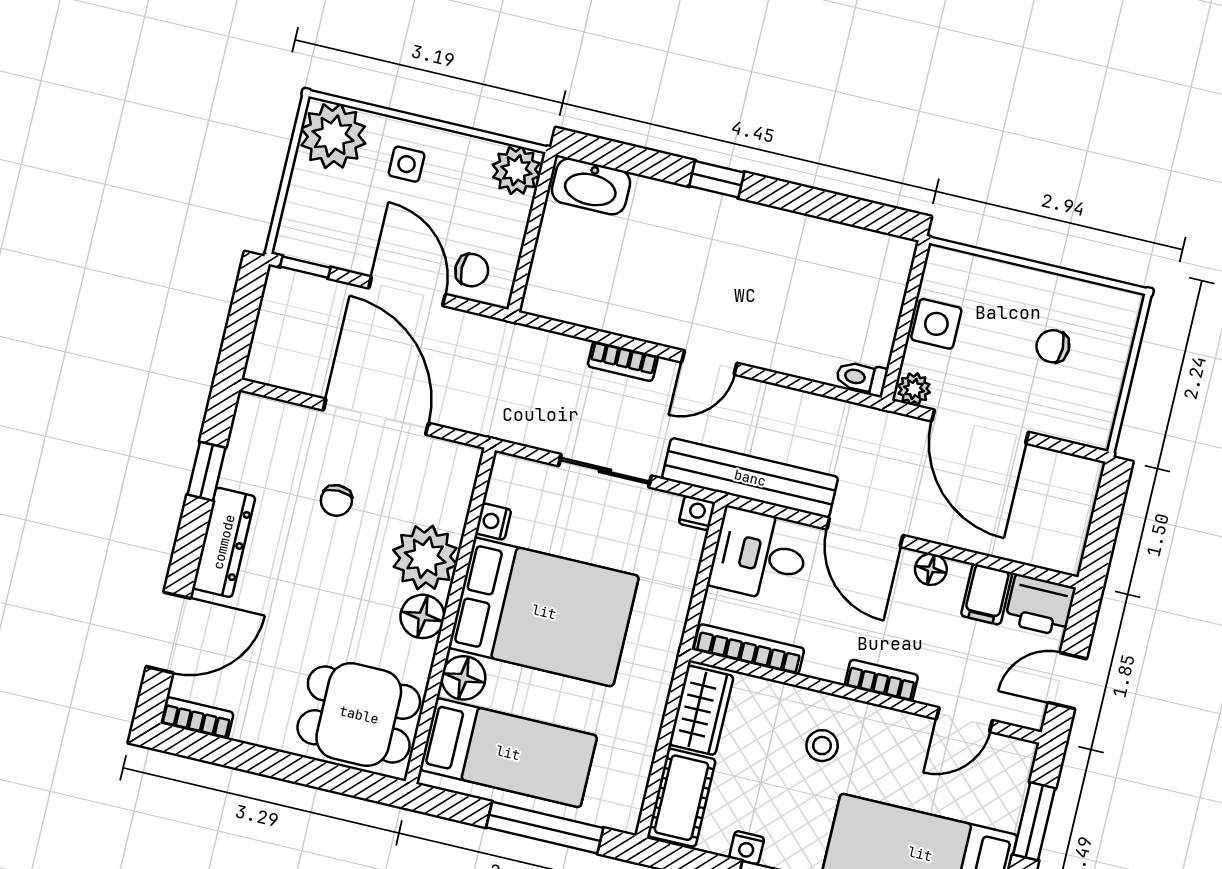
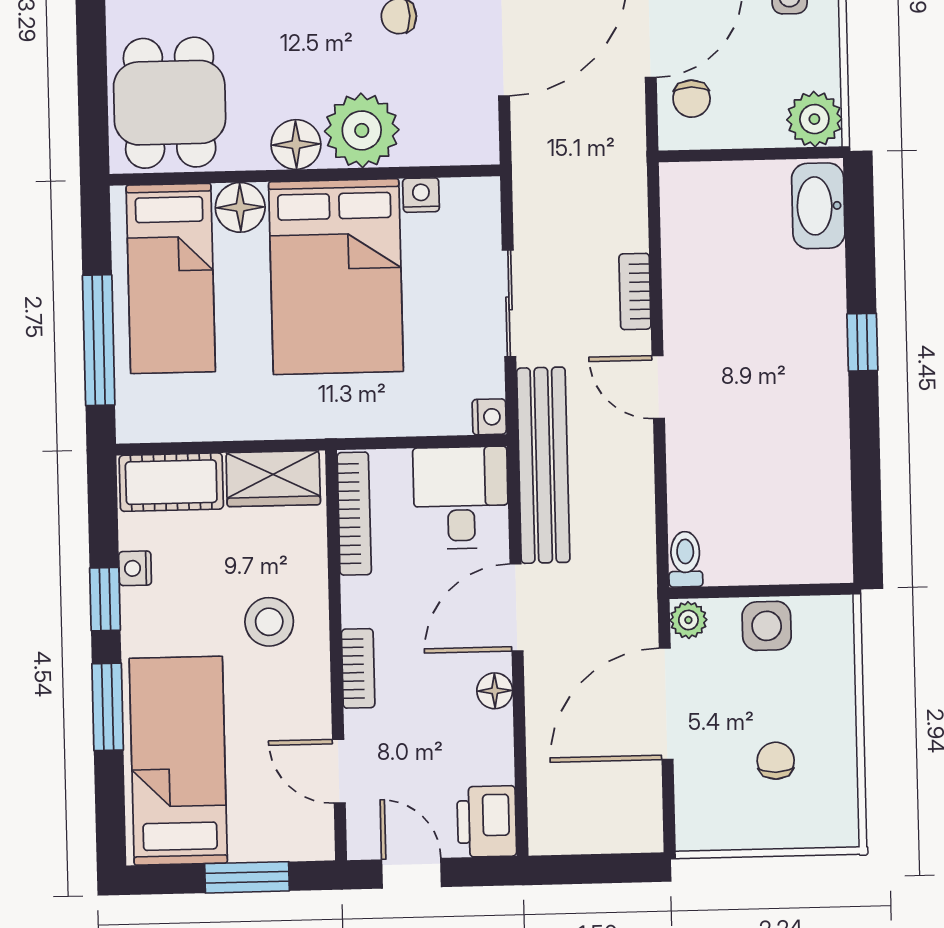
filing cabinet: (987, 594) -> (484, 759), removed
stool: (822, 746) -> (269, 622), width x1.37, depth x1.37

